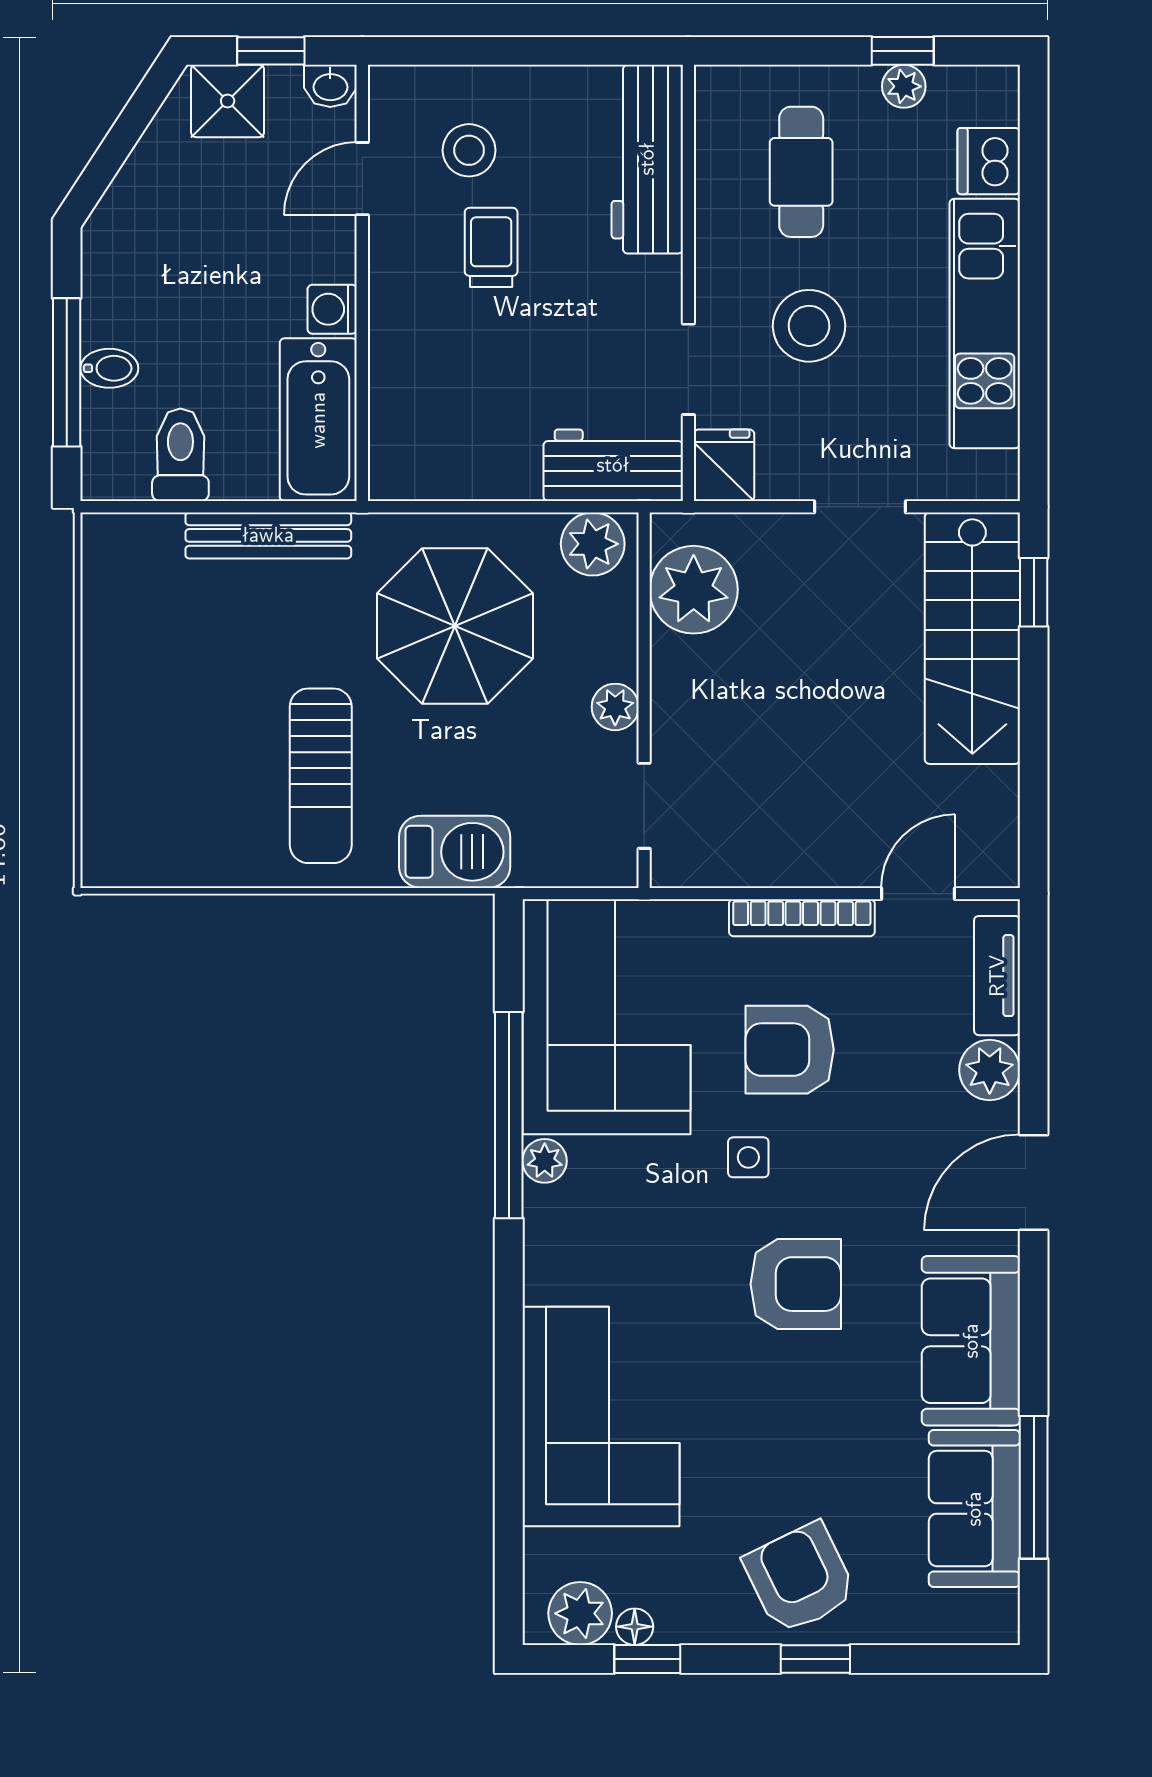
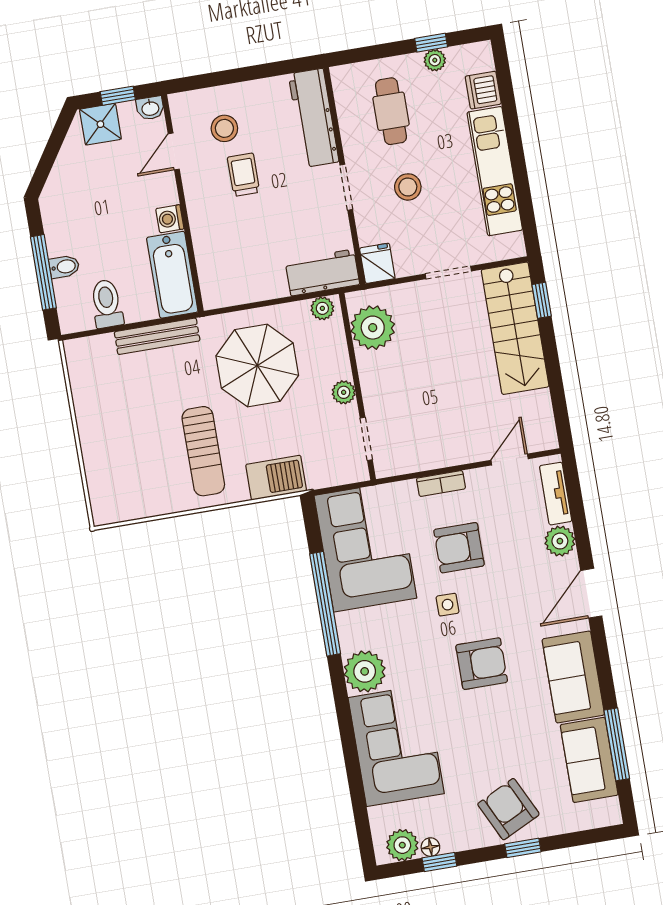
stool: (809, 326) -> (408, 187), width x0.73, depth x0.73
doorway: (688, 369) -> (346, 187), moved
plant: (593, 544) -> (322, 308), width x0.73, depth x0.73
bookcase: (802, 918) -> (441, 483), width x0.64
plant: (545, 1161) -> (365, 671), moved, width x1.88, depth x1.88

